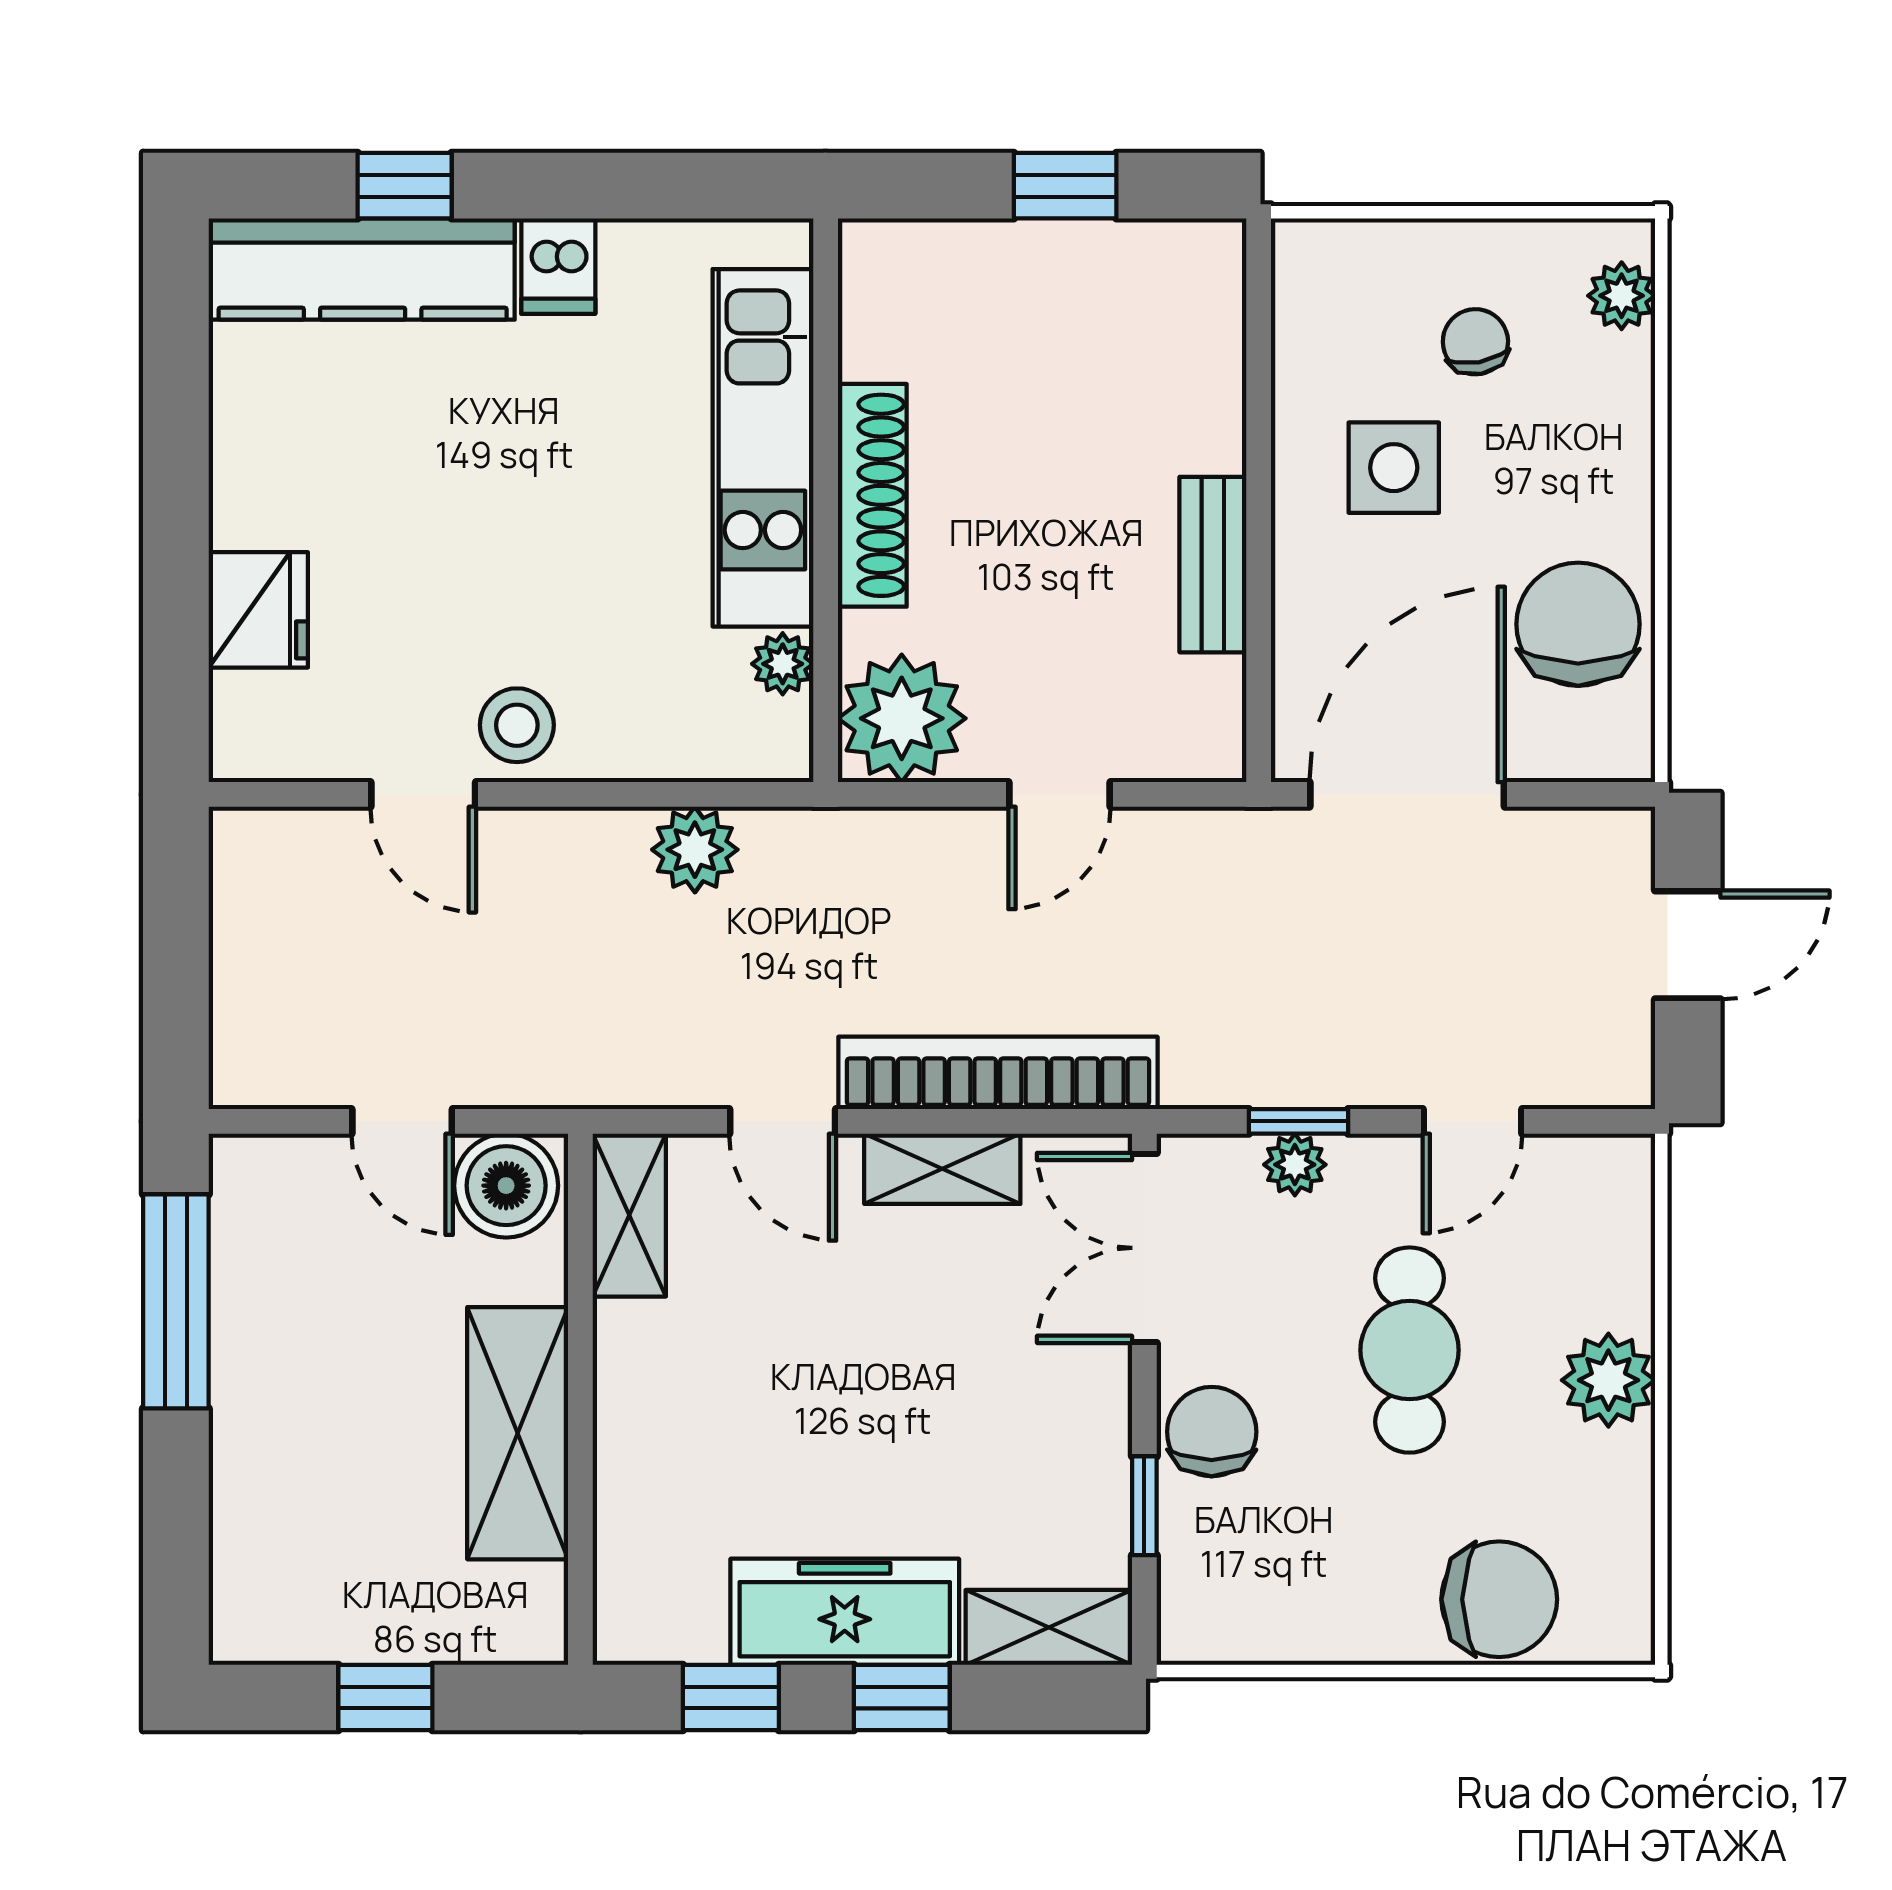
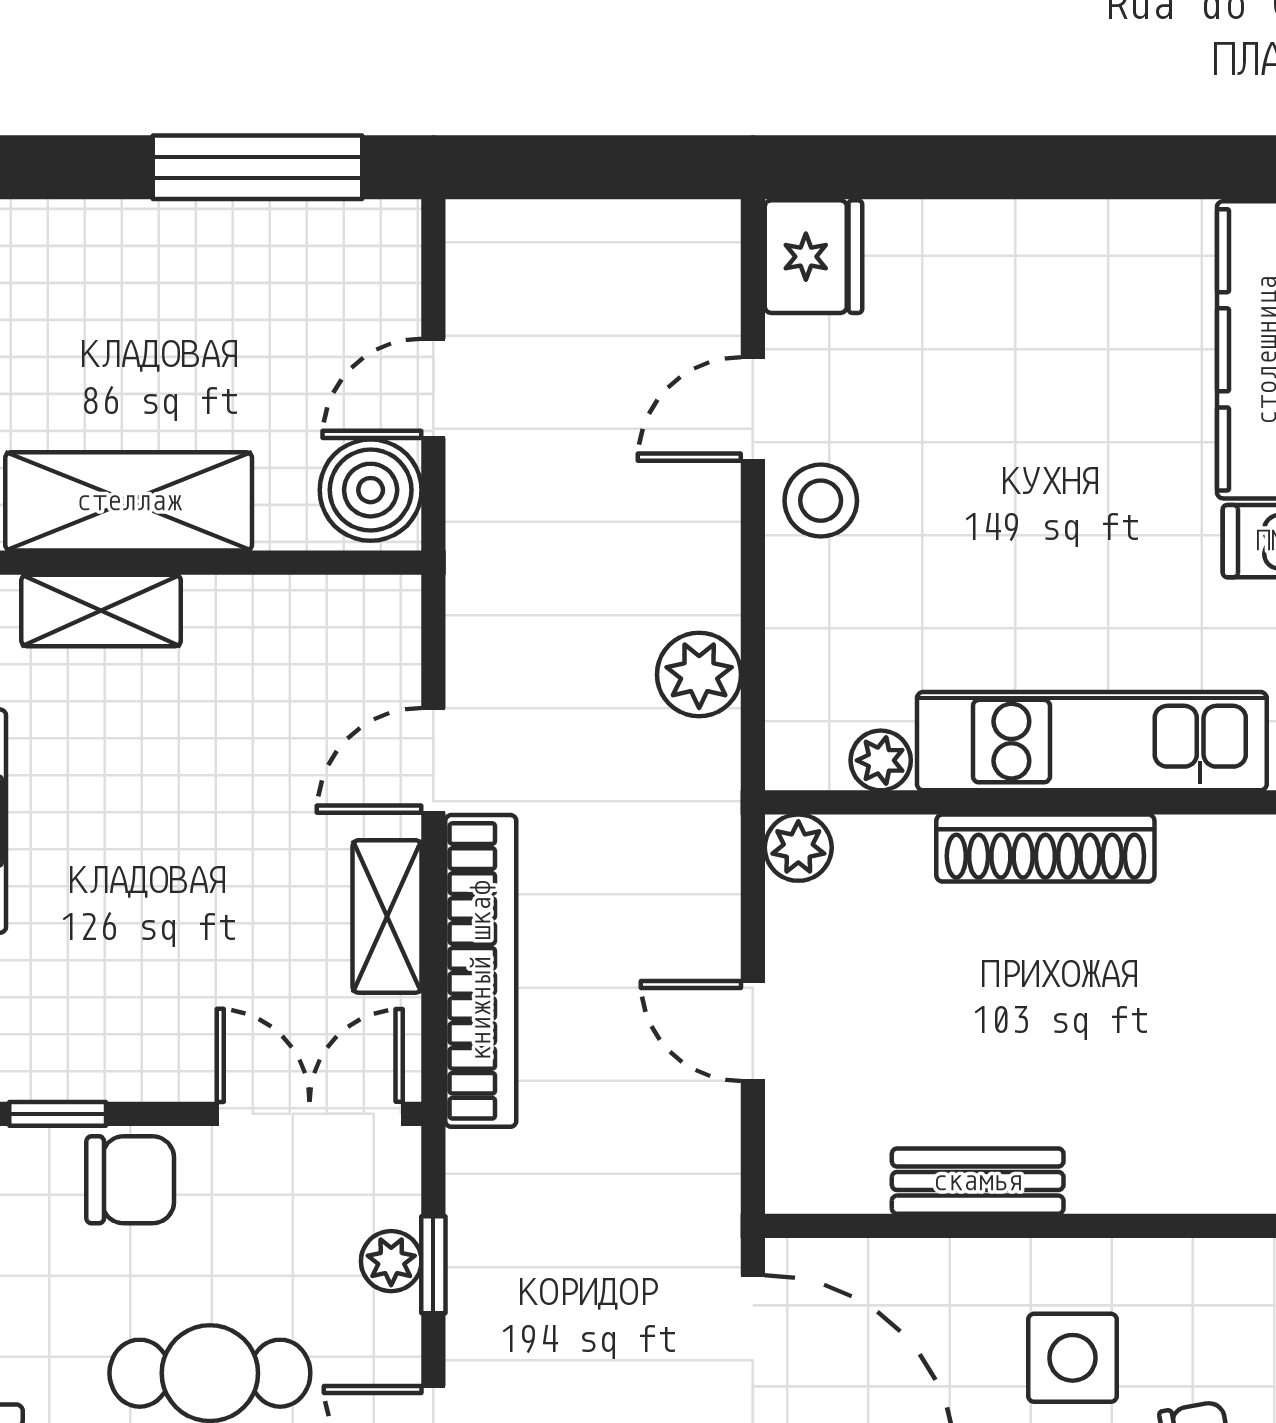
fridge: (258, 610) -> (814, 257), moved, turned -90
plant: (902, 718) -> (798, 848), width x0.53, depth x0.53
shelving: (629, 1215) -> (101, 611), moved

